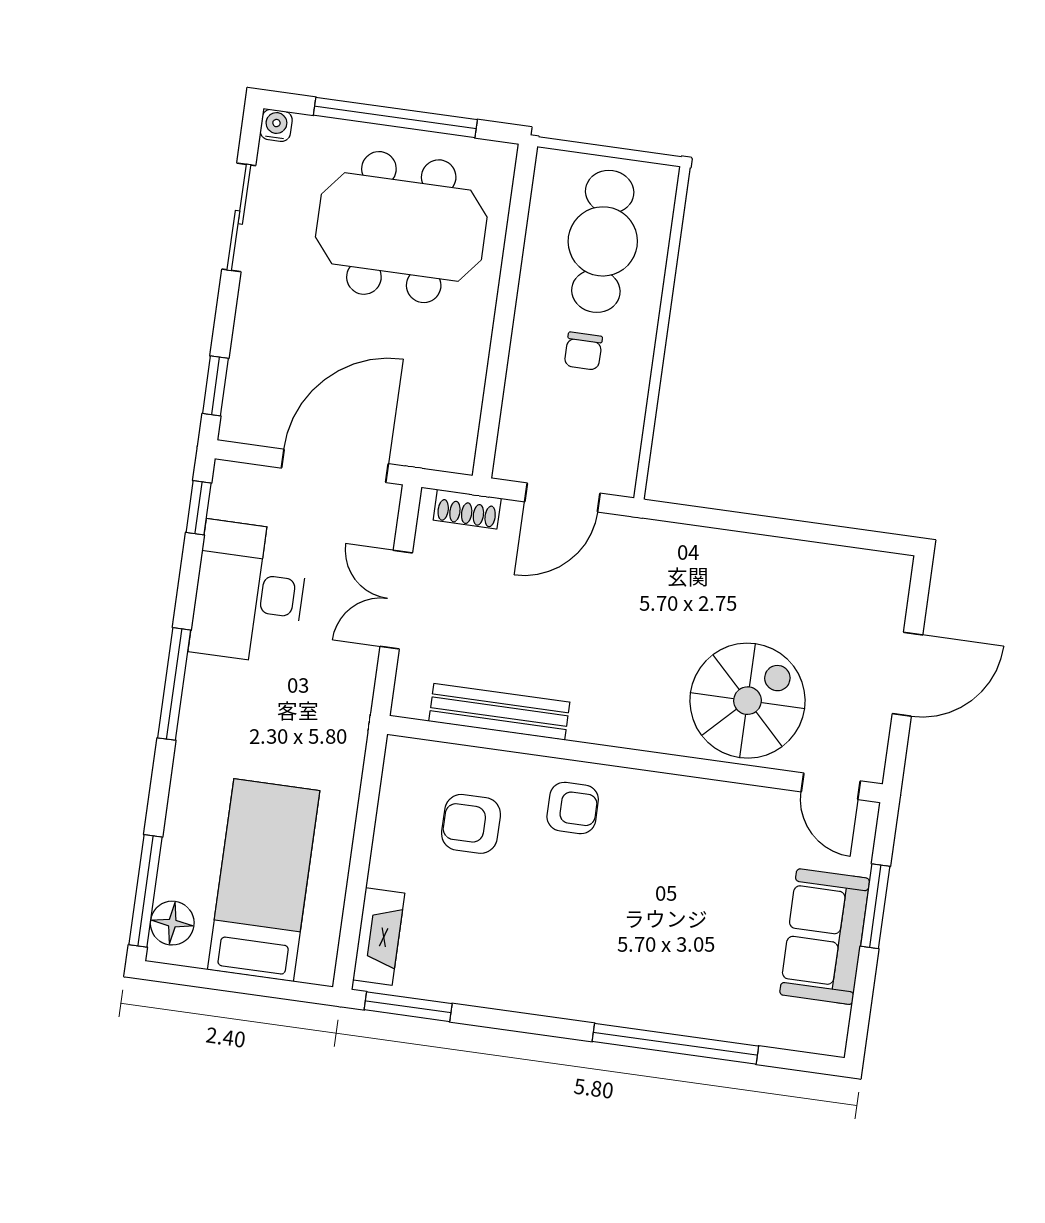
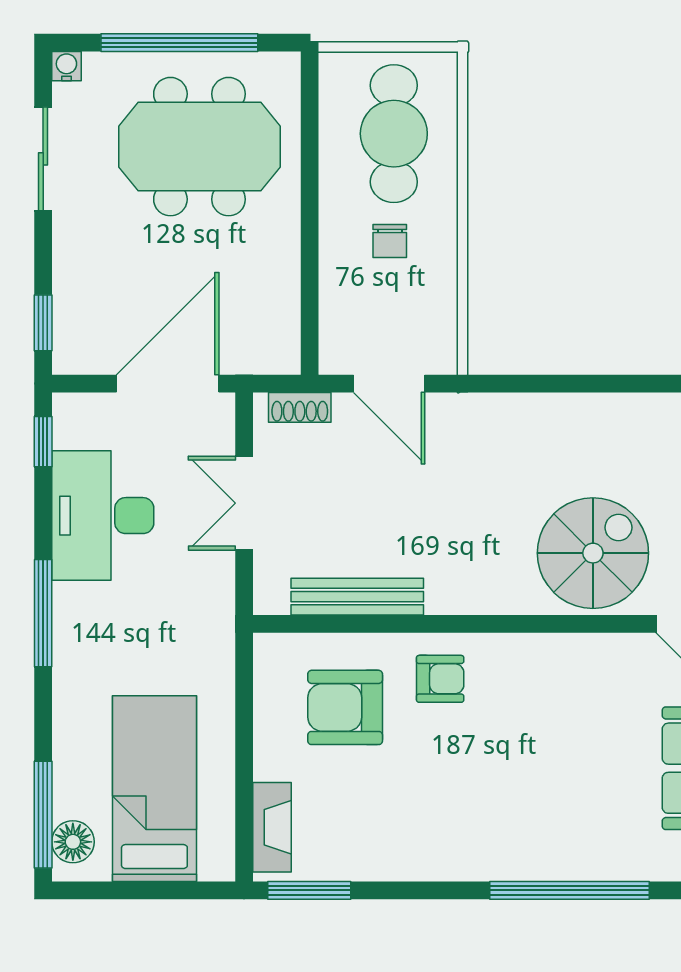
door: (562, 497) -> (389, 384), hinge flipped
armchair: (471, 824) -> (345, 707), width x1.38, depth x1.38

